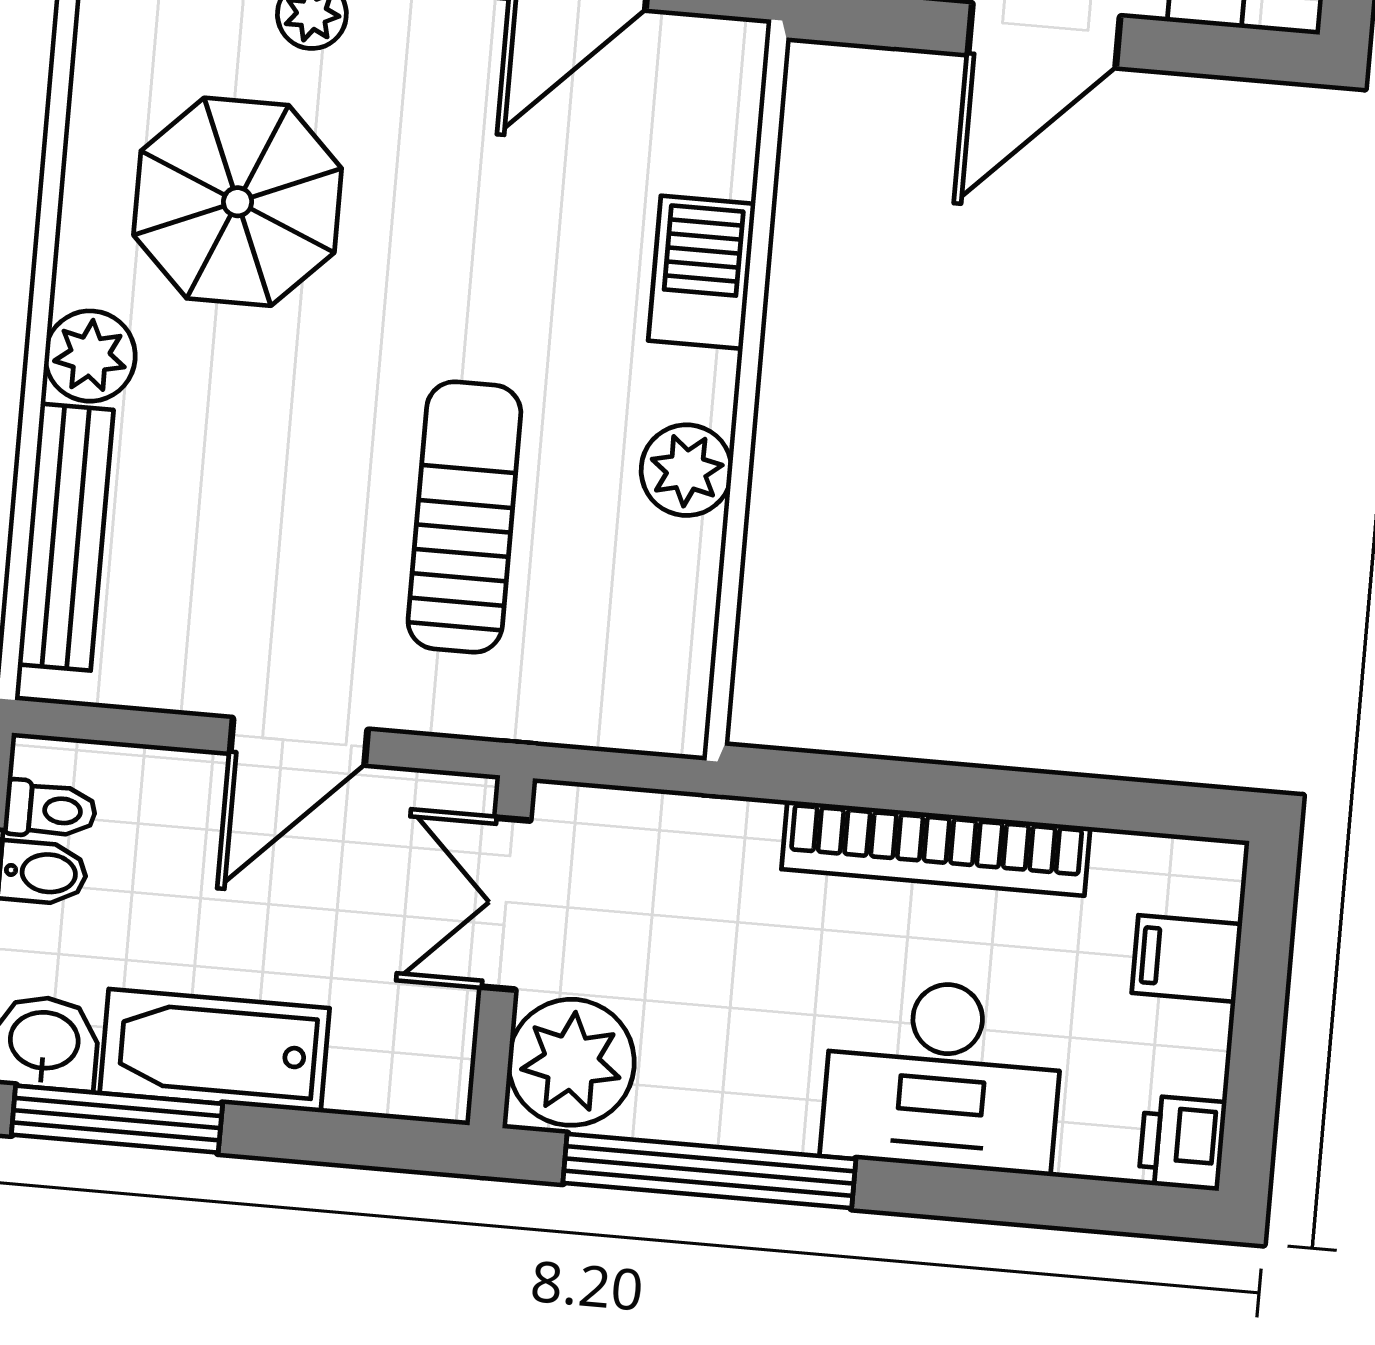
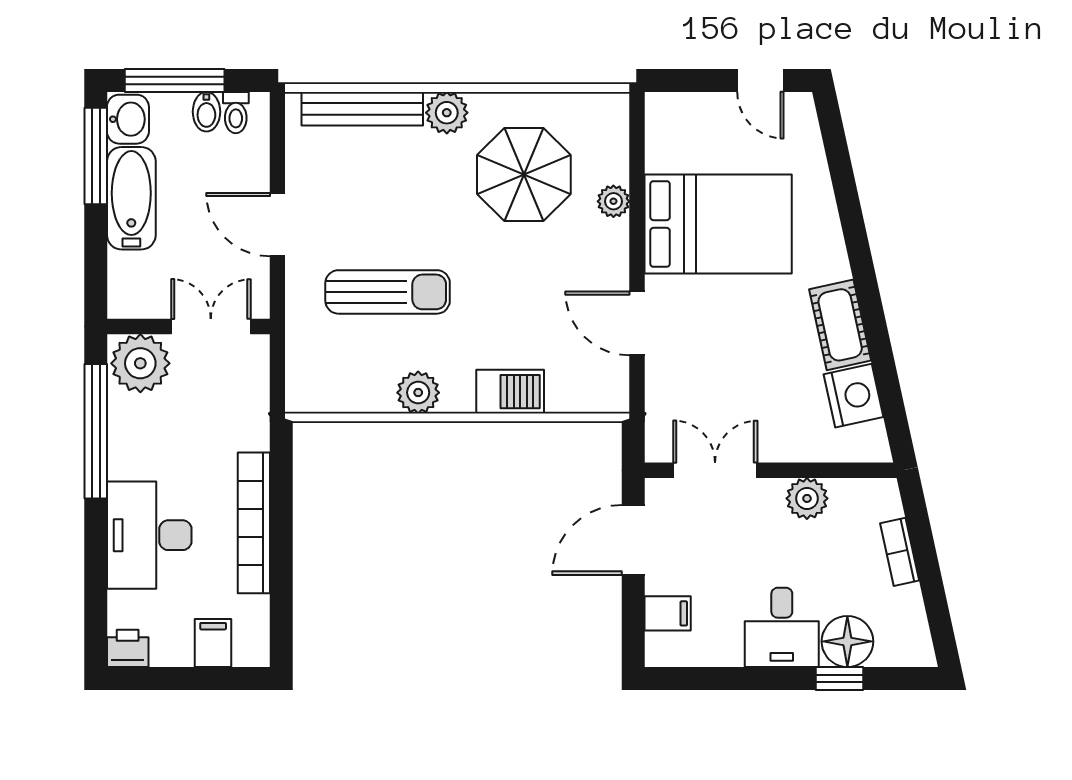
door: (1044, 35) -> (633, 540), hinge flipped

